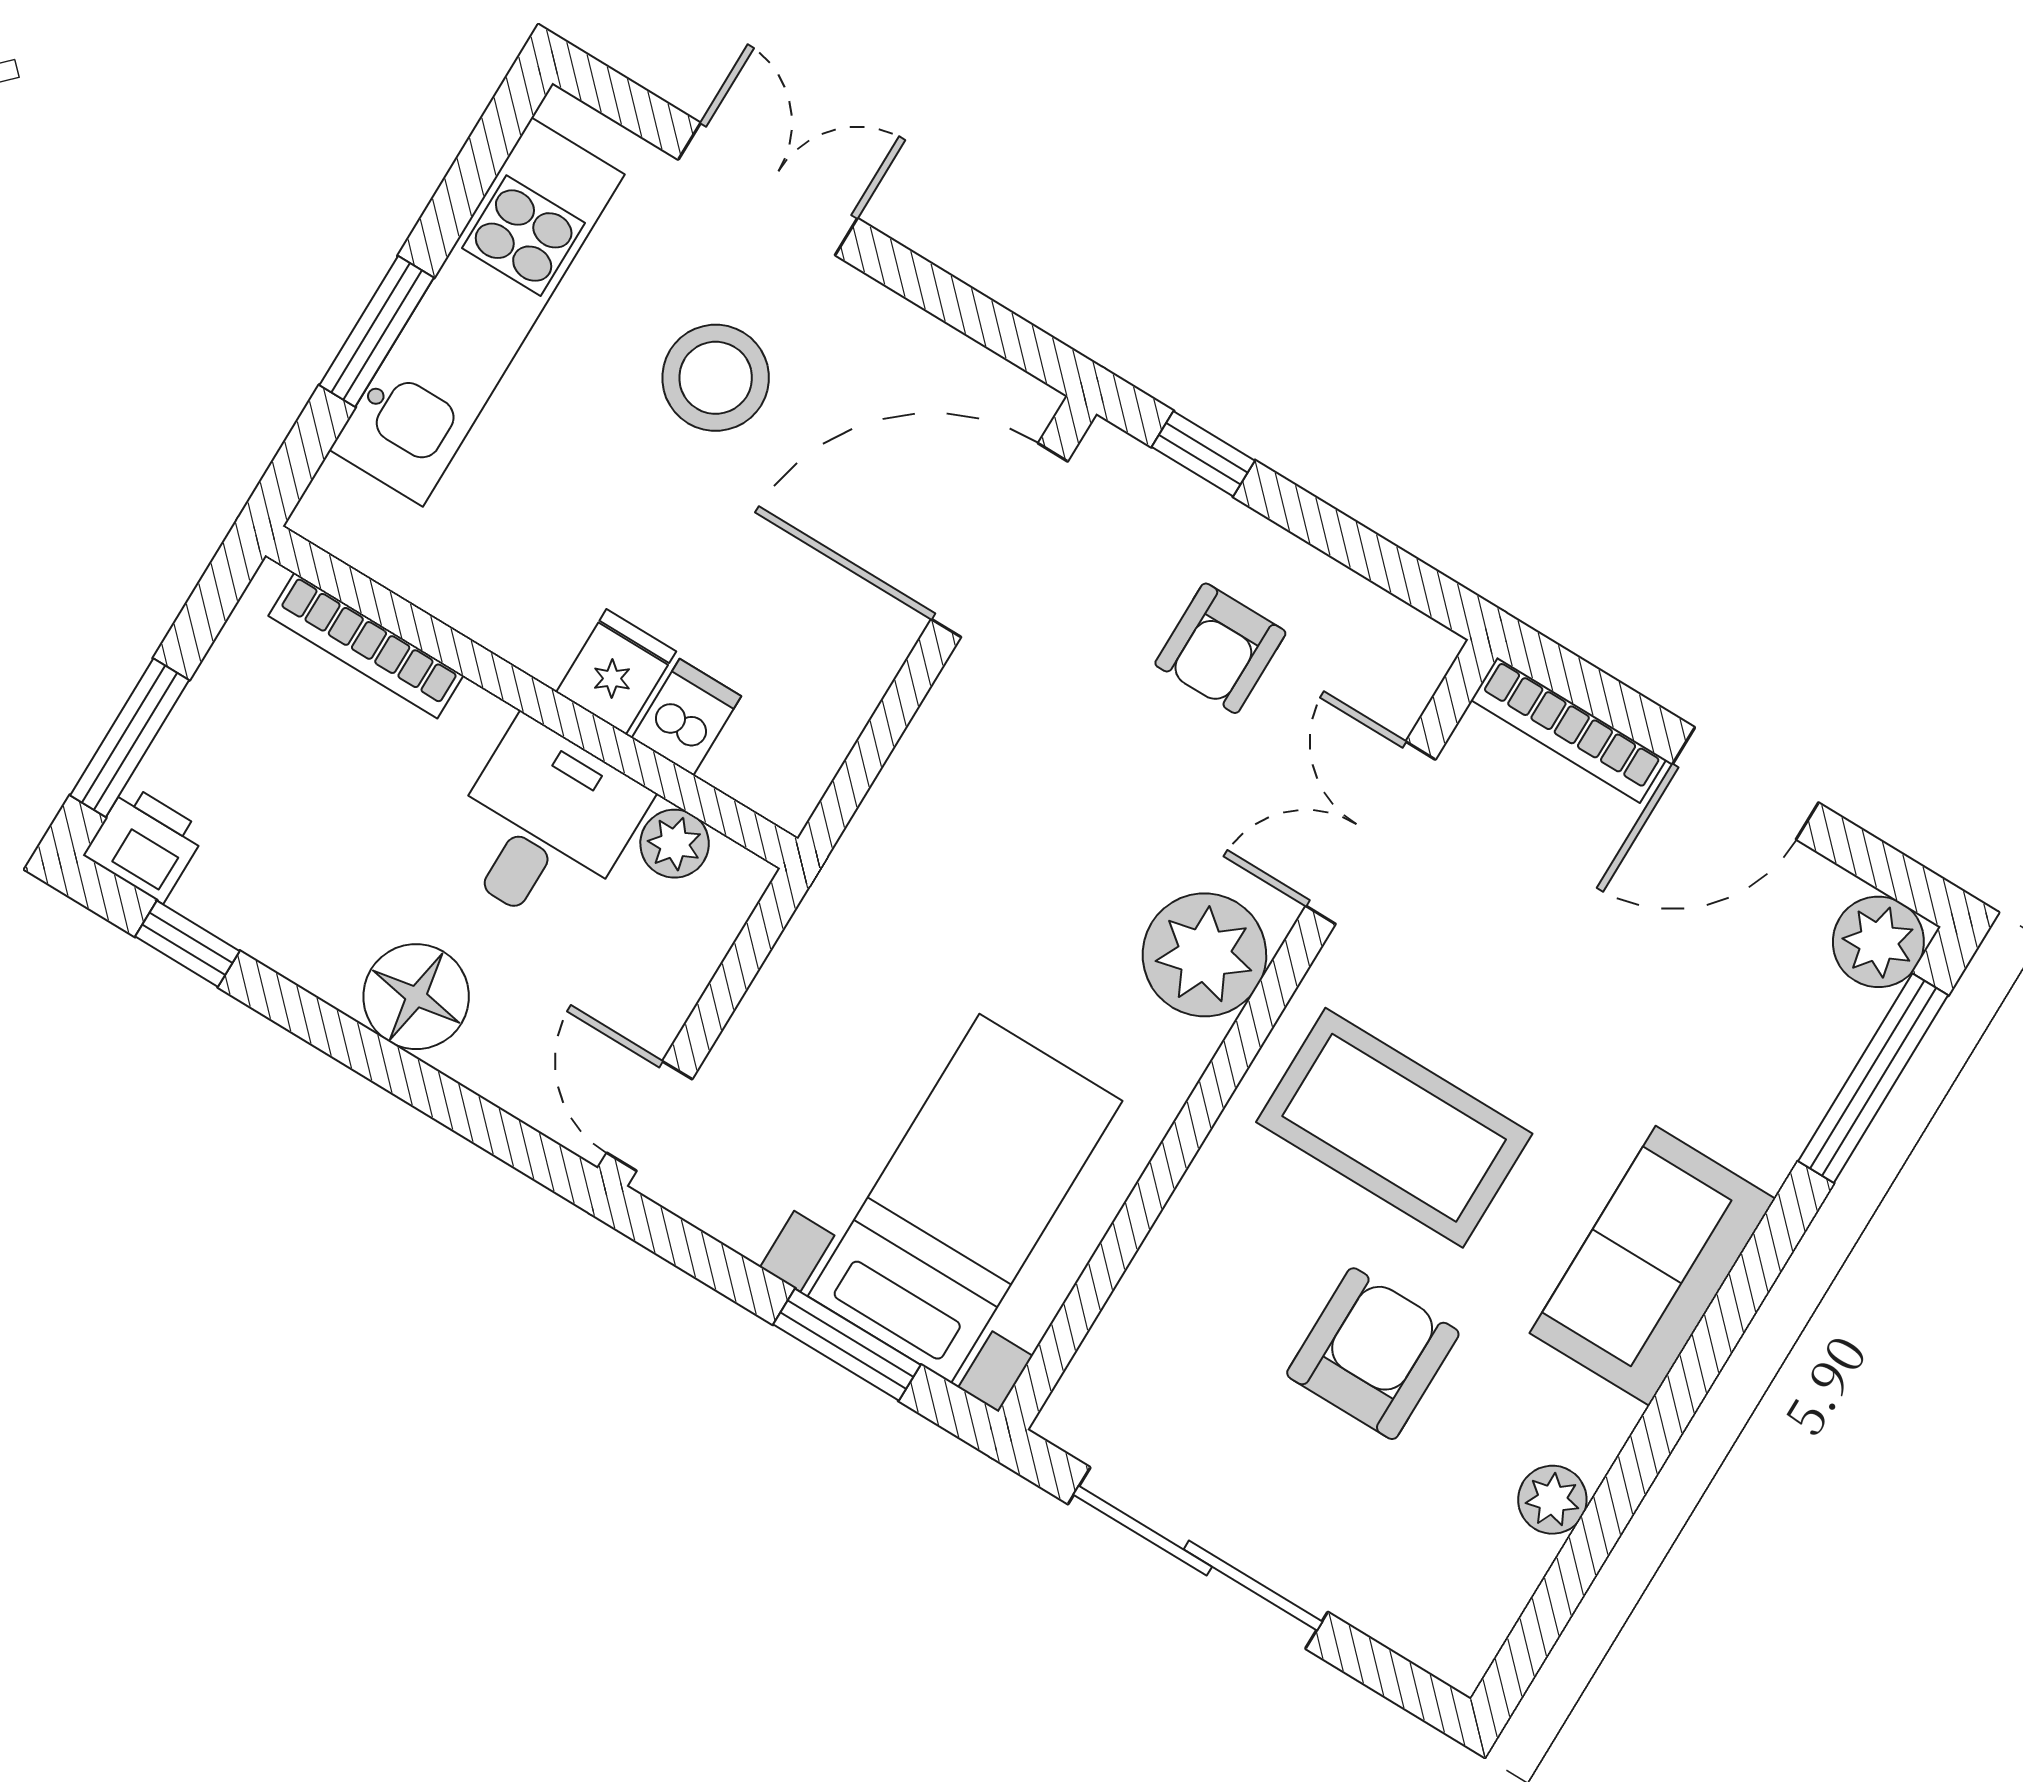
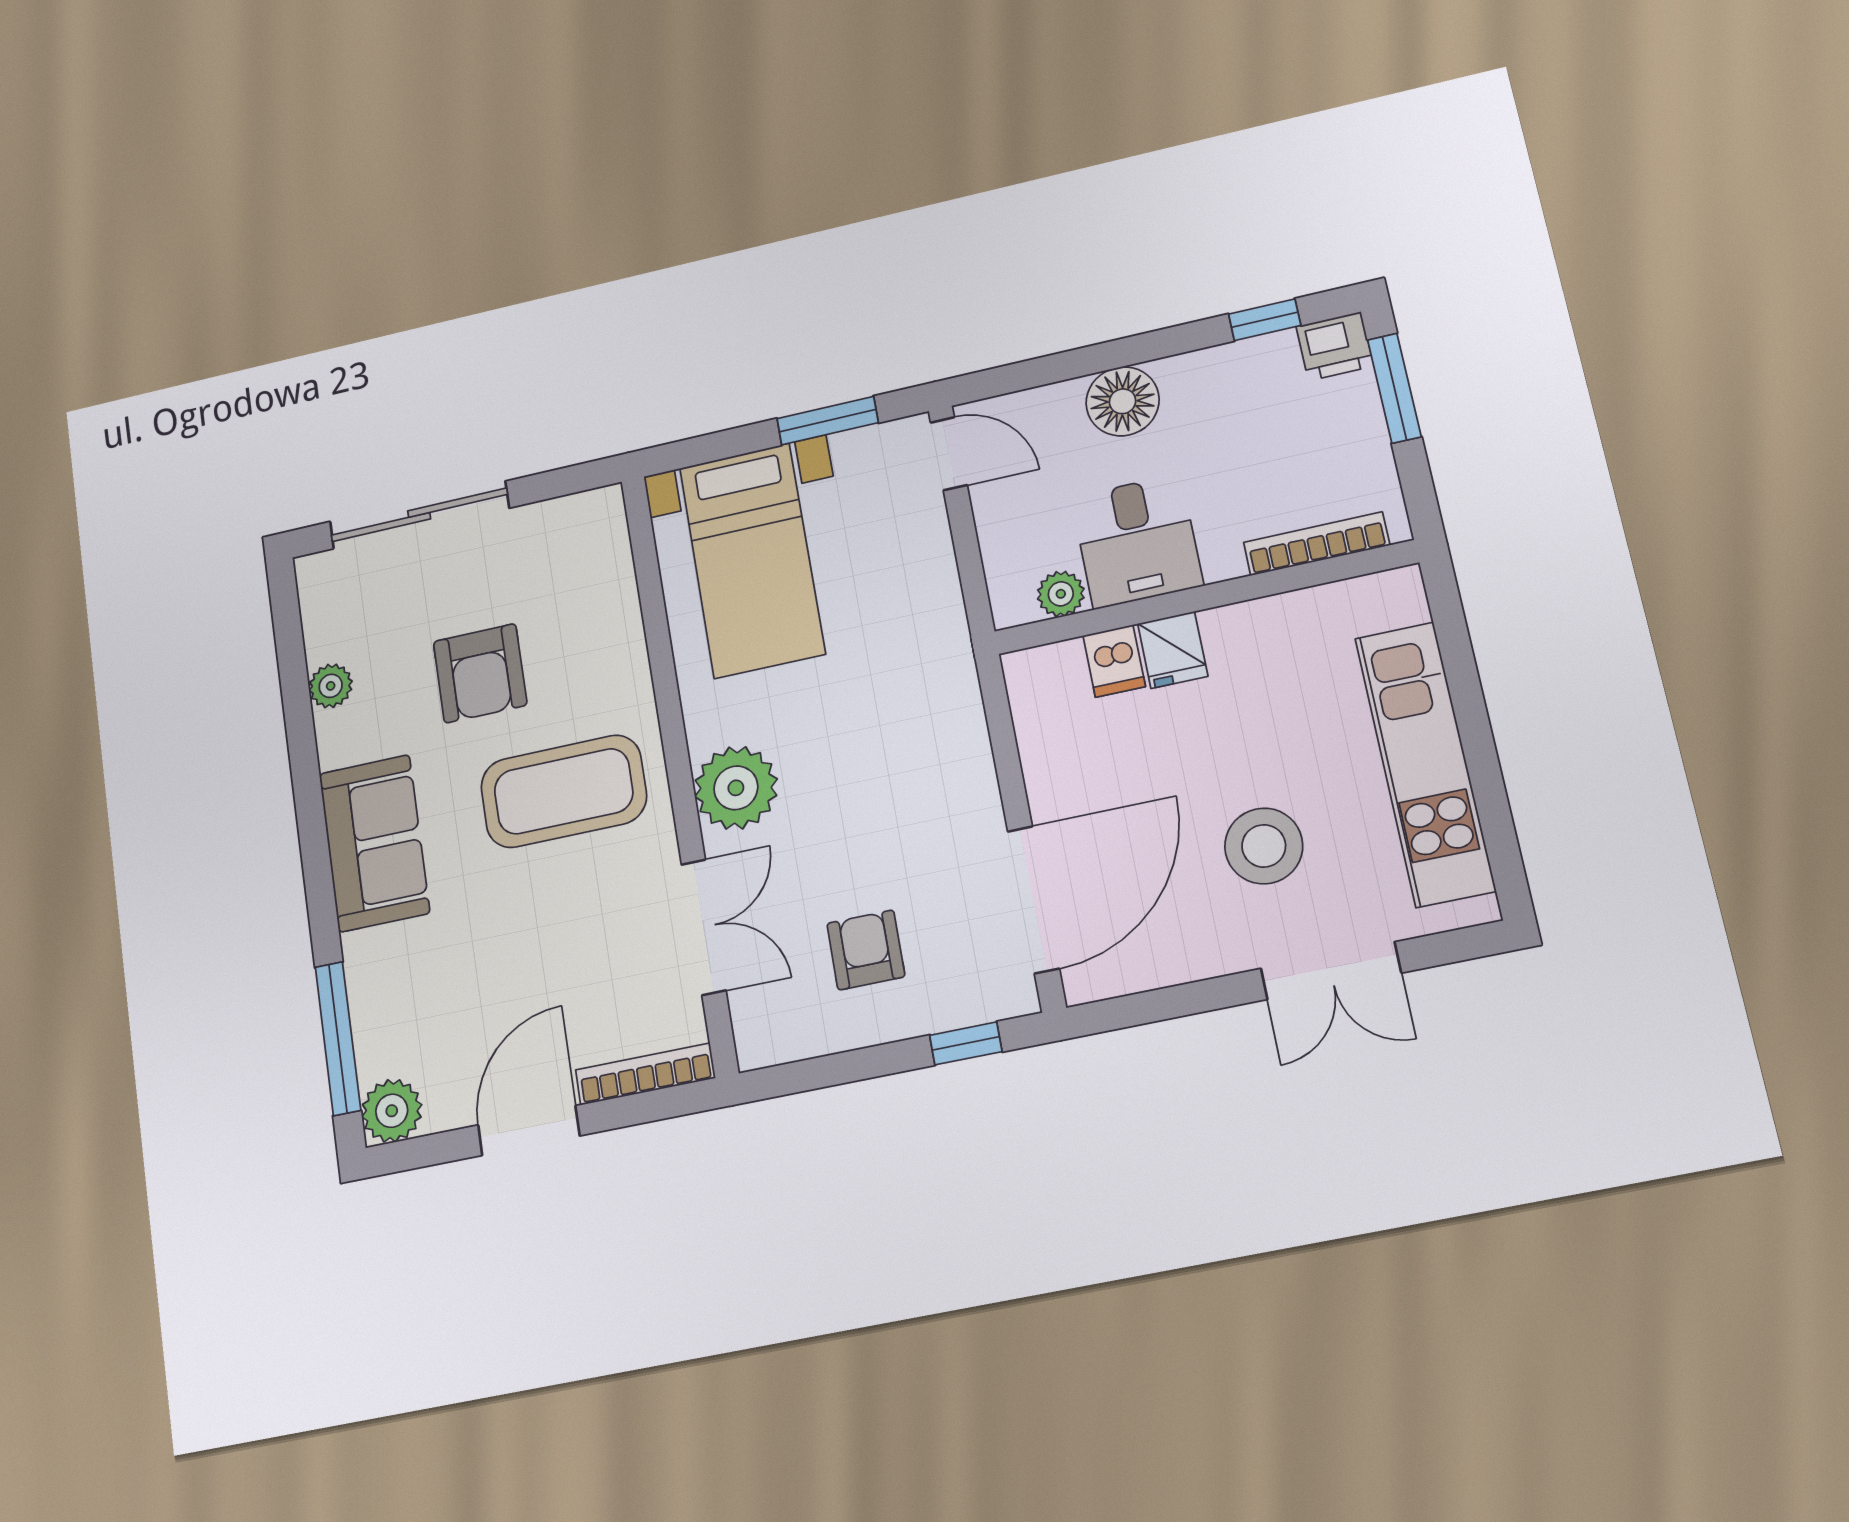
window: (377, 331) -> (1469, 705), removed
window: (847, 1345) -> (828, 421), moved
sliding door: (1198, 1558) -> (419, 515), moved

